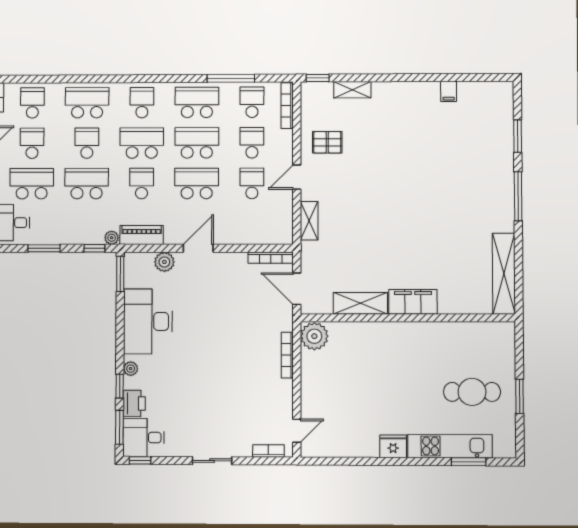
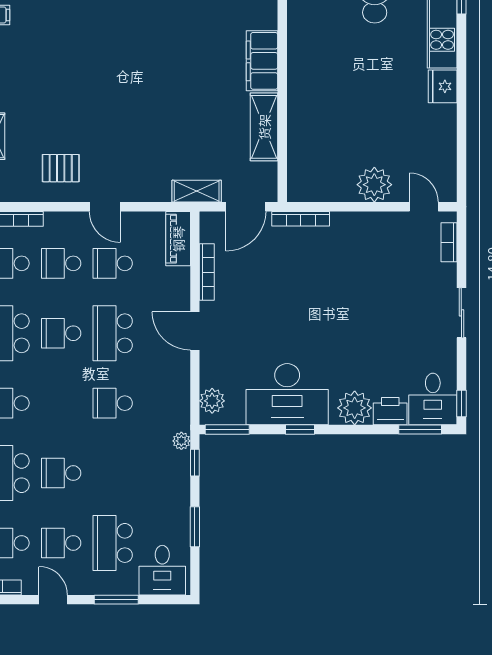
pallet: (327, 142) -> (61, 168), turned 90
school desk: (142, 143) -> (61, 403), removed
school desk: (197, 143) -> (61, 333), width x0.54
school desk: (87, 184) -> (113, 473), removed
shelving: (309, 221) -> (197, 191), moved
piano: (142, 235) -> (178, 239), moved
bookcase: (271, 258) -> (207, 272), moved
plant: (164, 262) -> (212, 401), moved
plant: (314, 336) -> (374, 185), moved
bookcase: (287, 355) -> (301, 219), moved
plant: (131, 369) -> (355, 408), width x1.87, depth x1.87
window: (120, 386) -> (300, 430), moved

